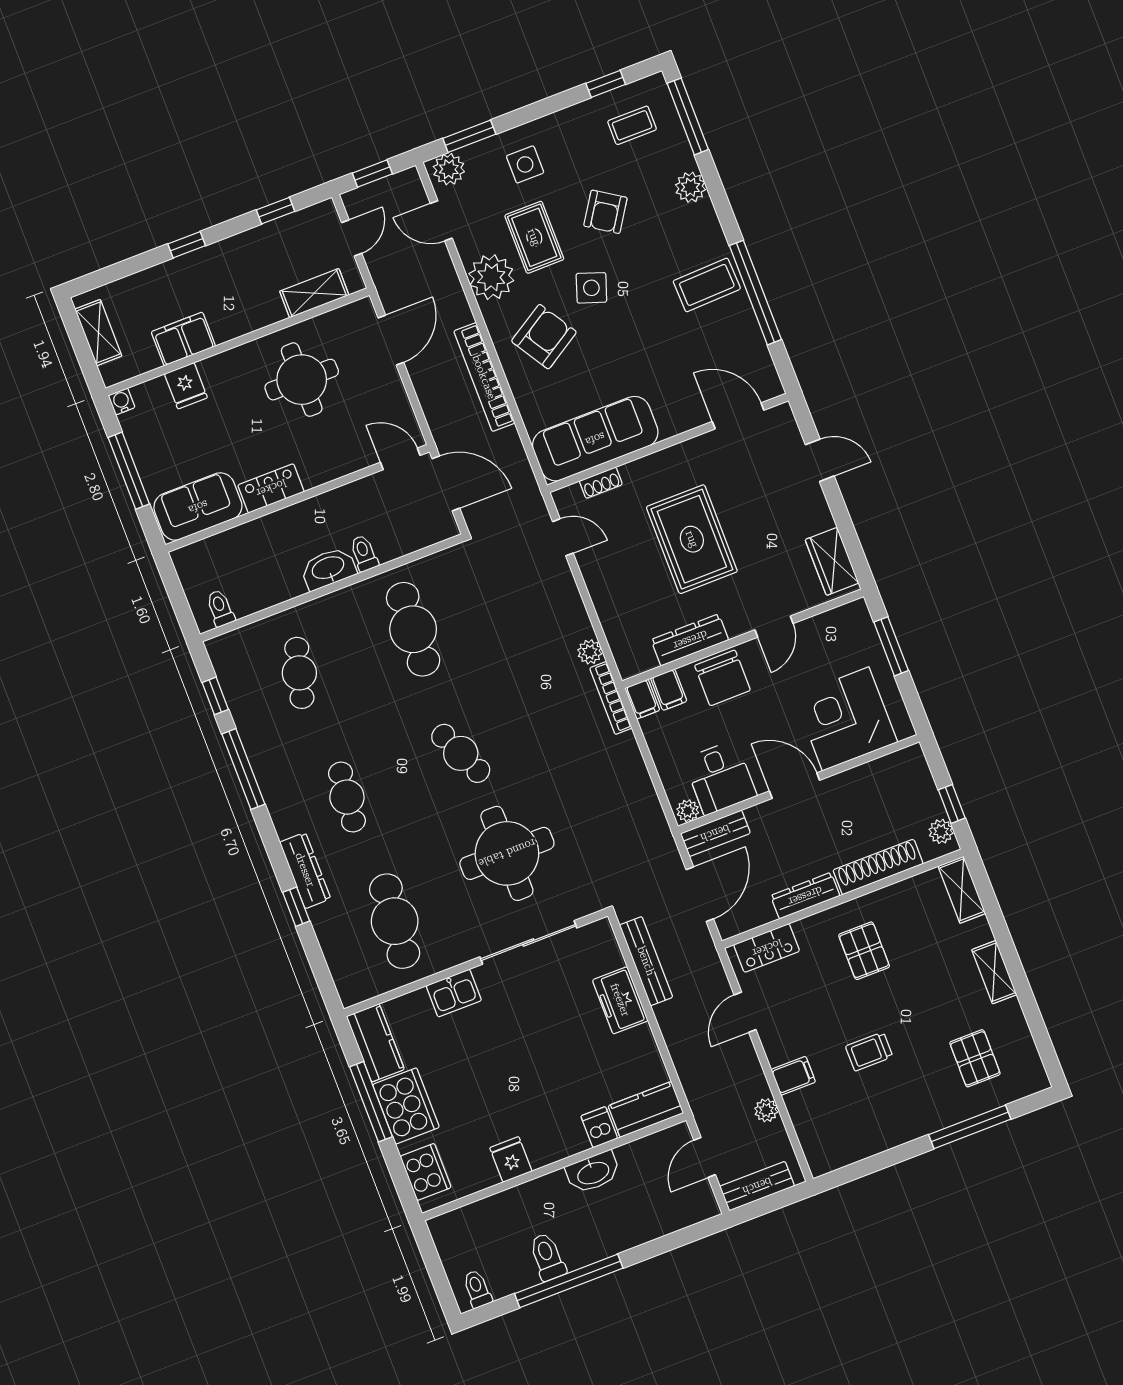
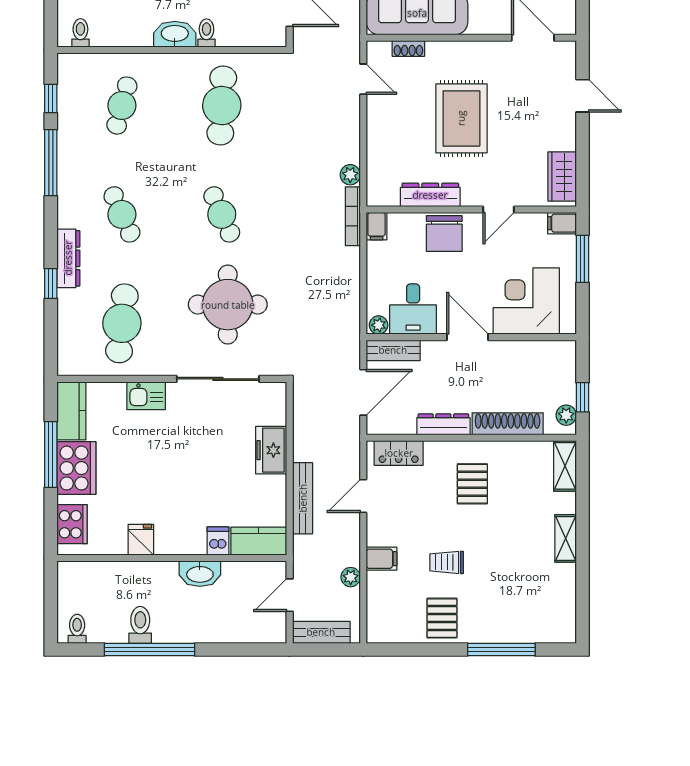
filing cabinet: (669, 690) -> (562, 223), moved, turned 90
cafe table: (347, 797) -> (122, 214), turned -30
bench: (646, 961) -> (303, 498), moved
pallet: (975, 1058) -> (442, 618), moved

